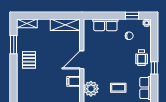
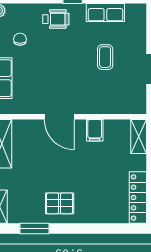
plant: (91, 89) -> (107, 102), removed

